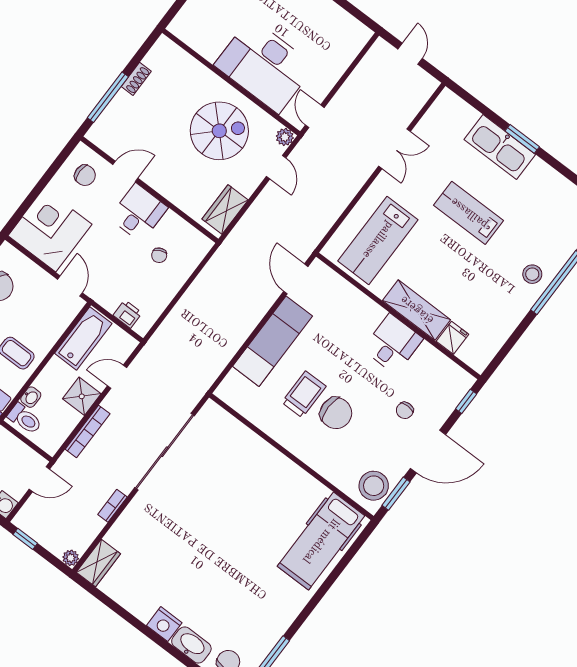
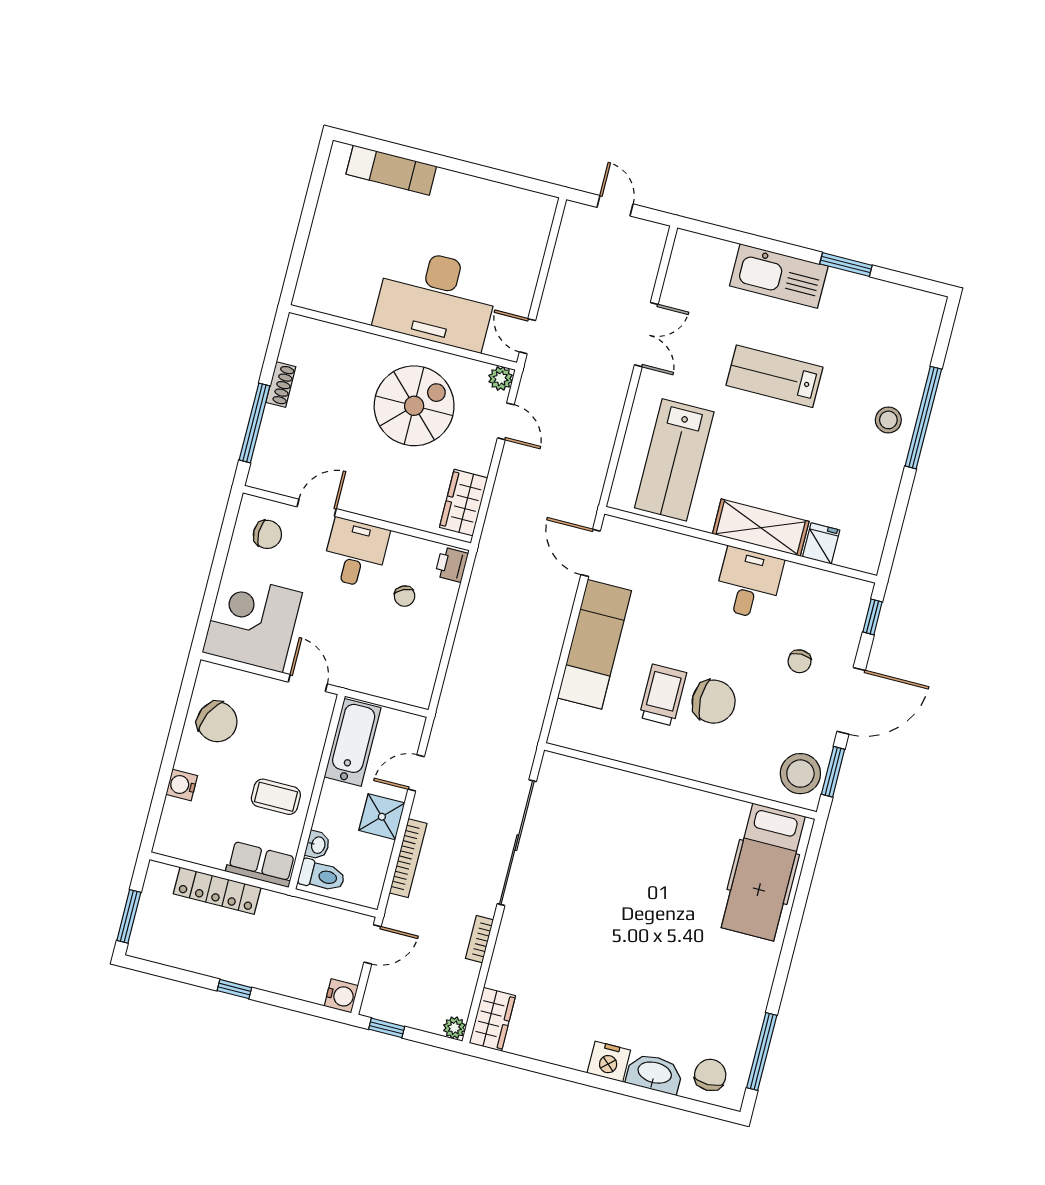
window: (522, 139) -> (846, 265), moved
printer: (128, 314) -> (452, 565), moved, turned -90

